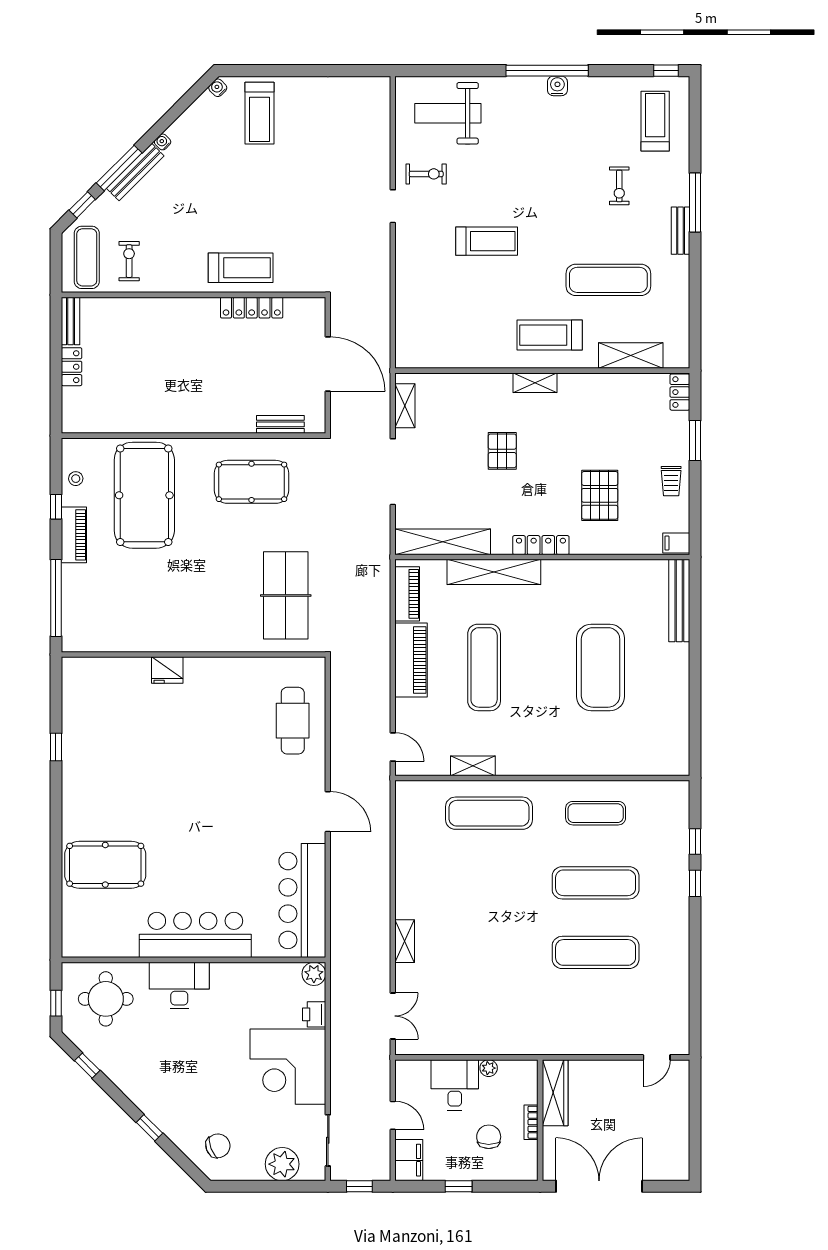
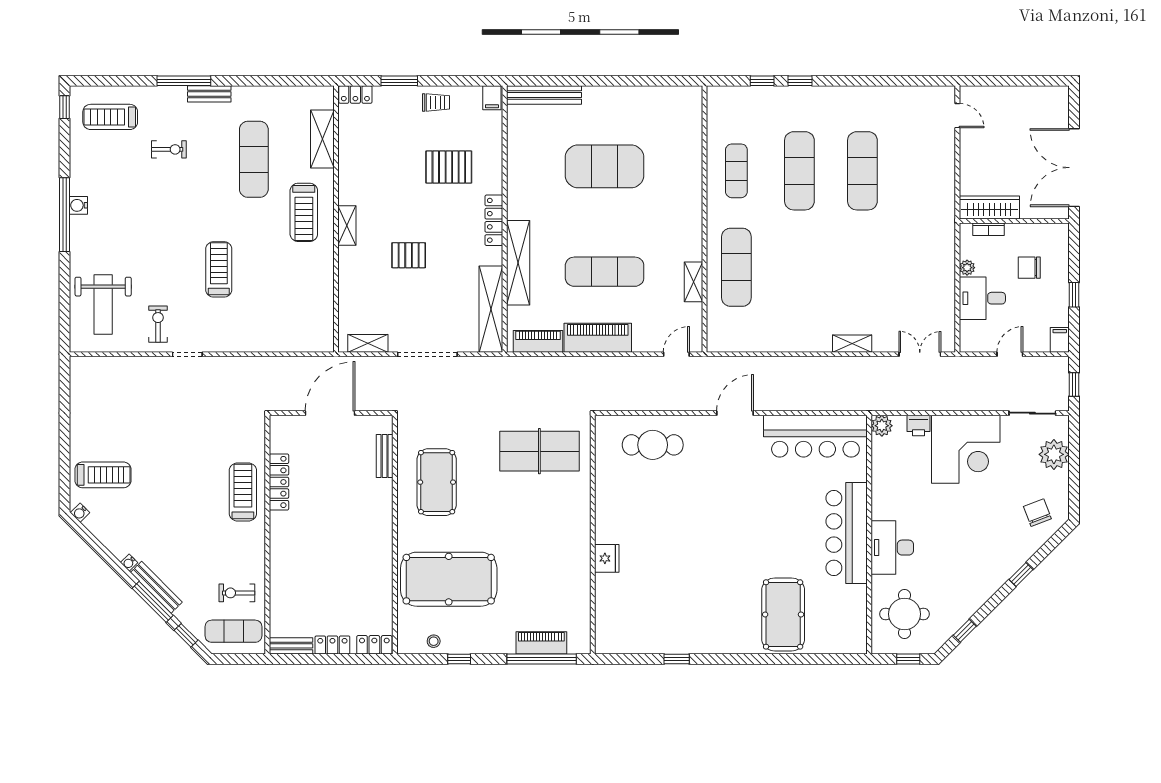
locker: (72, 413) -> (374, 645), added
piano: (74, 535) -> (541, 643), moved
bookcase: (531, 1122) -> (989, 229), moved
filing cabinet: (409, 1160) -> (1060, 340), width x0.50

